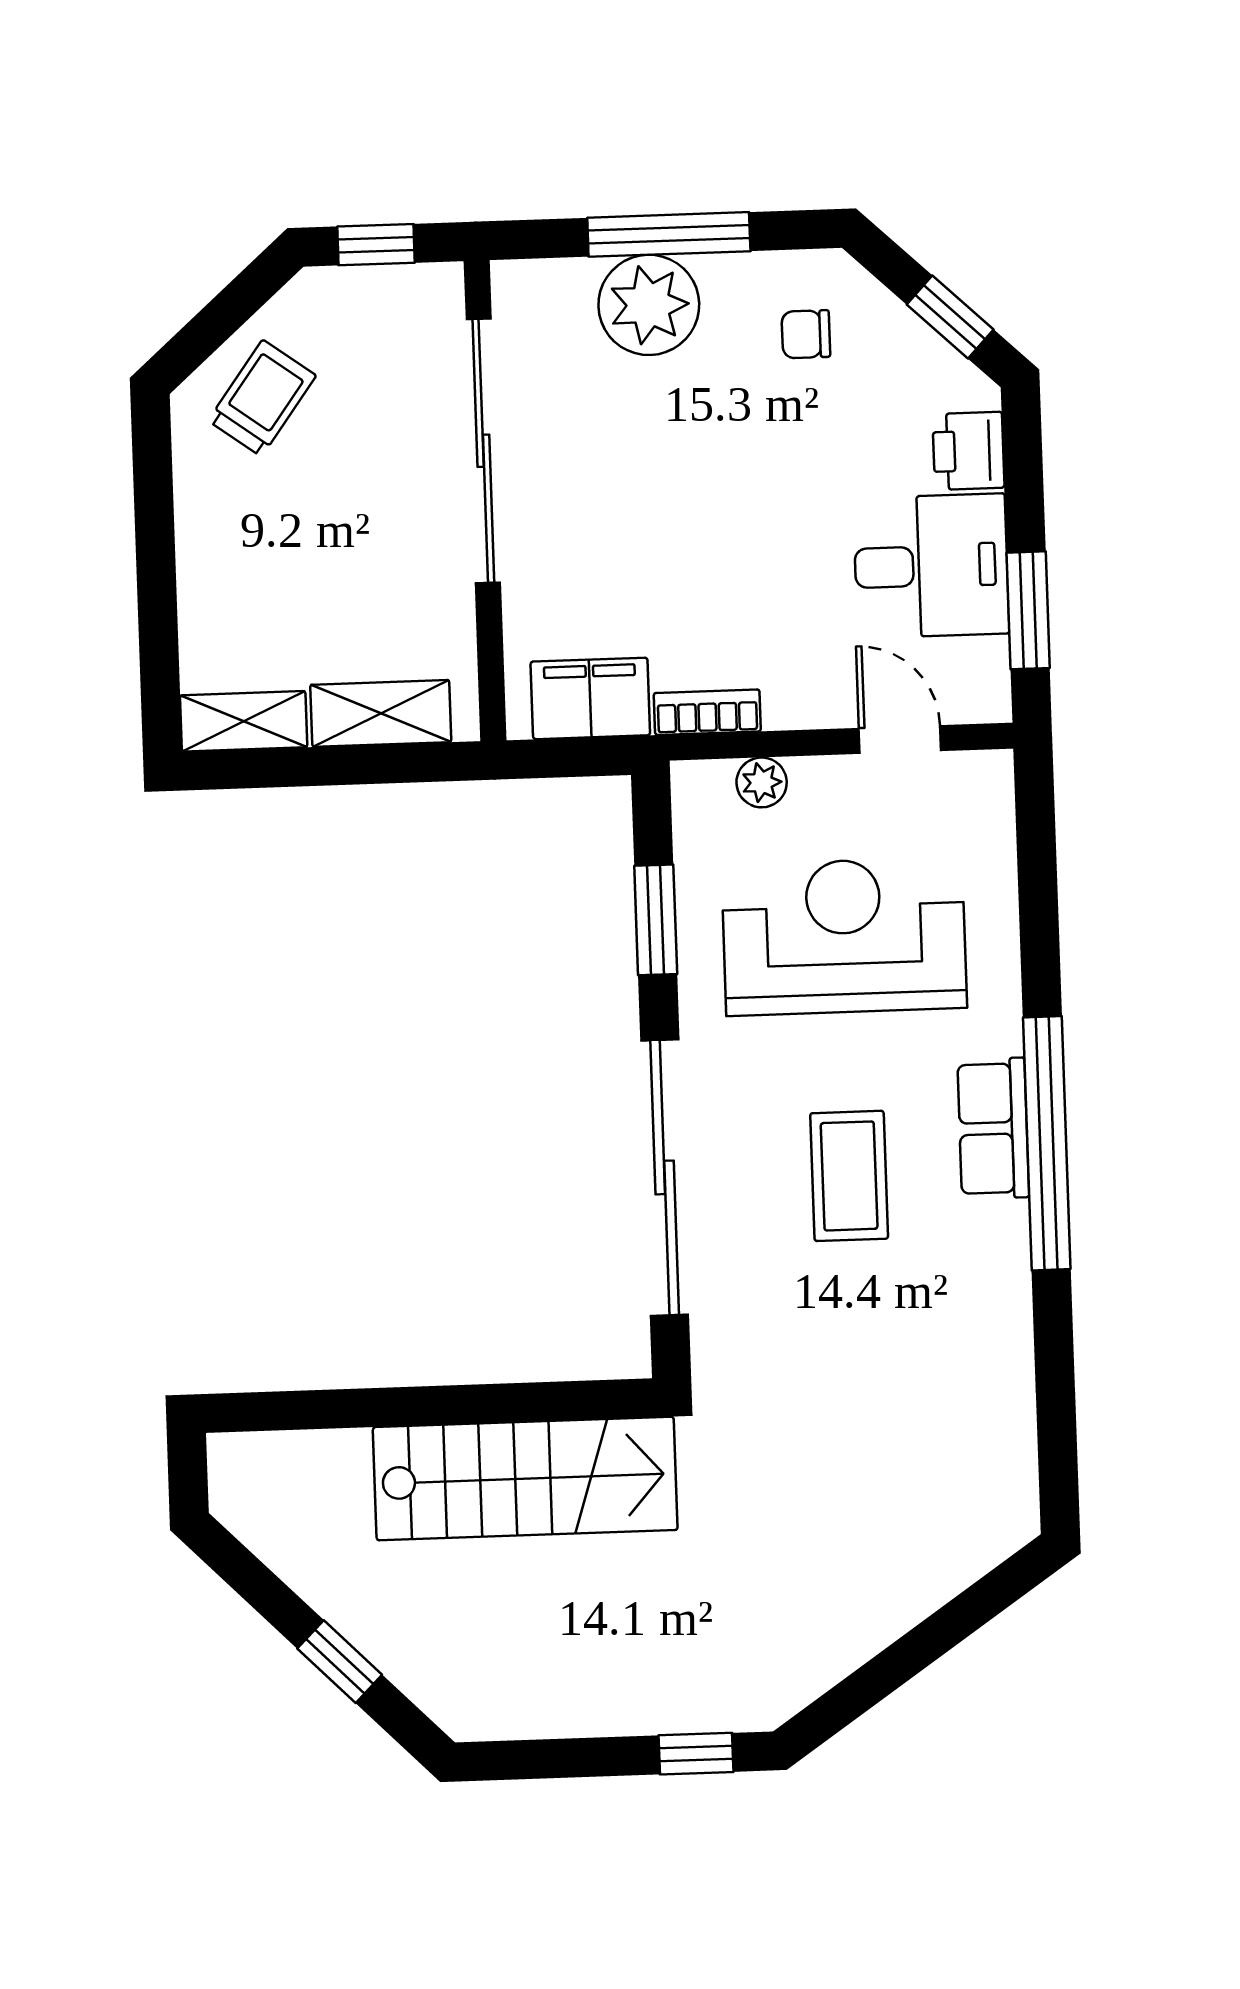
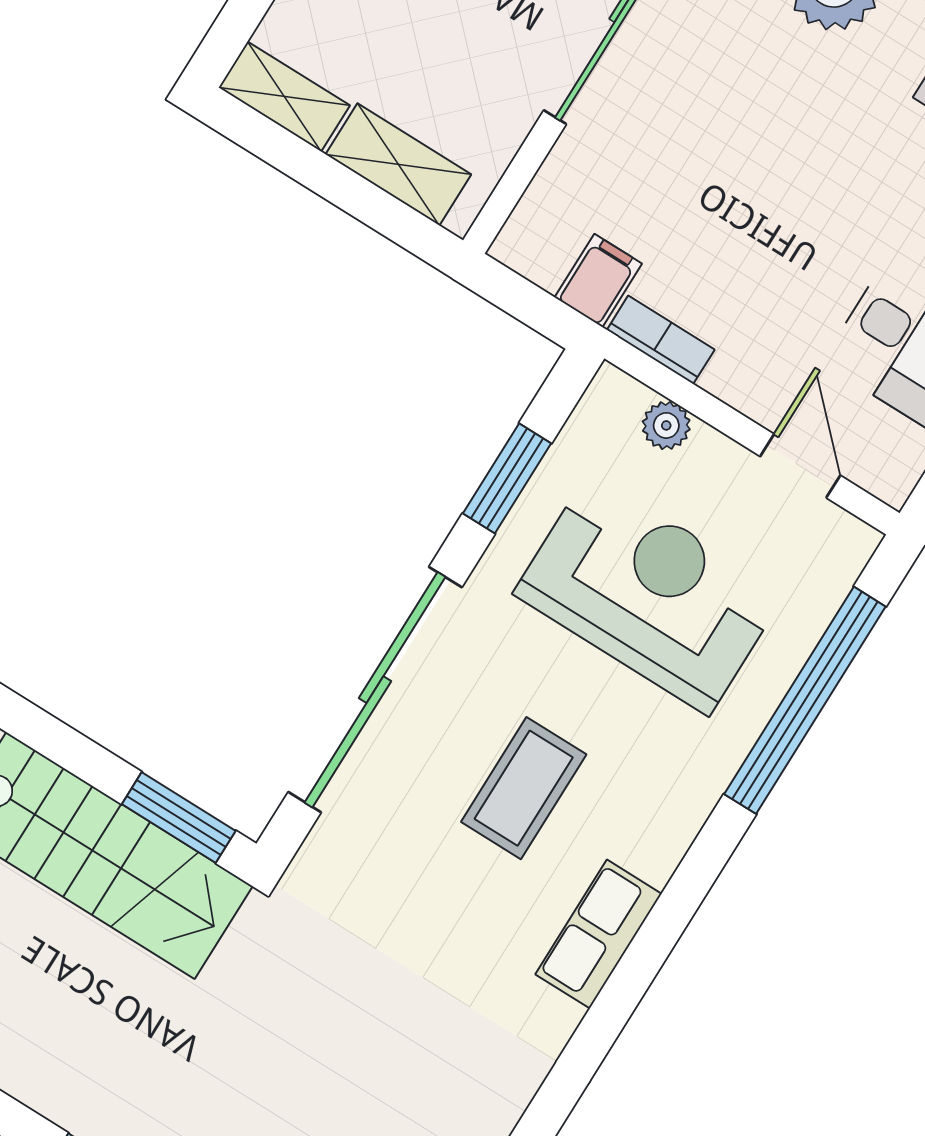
filing cabinet: (590, 698) -> (598, 281), width x0.50
row of seats: (993, 1128) -> (599, 934), moved
window: (1047, 1143) -> (805, 700), moved
window: (570, 1401) -> (179, 818), added

